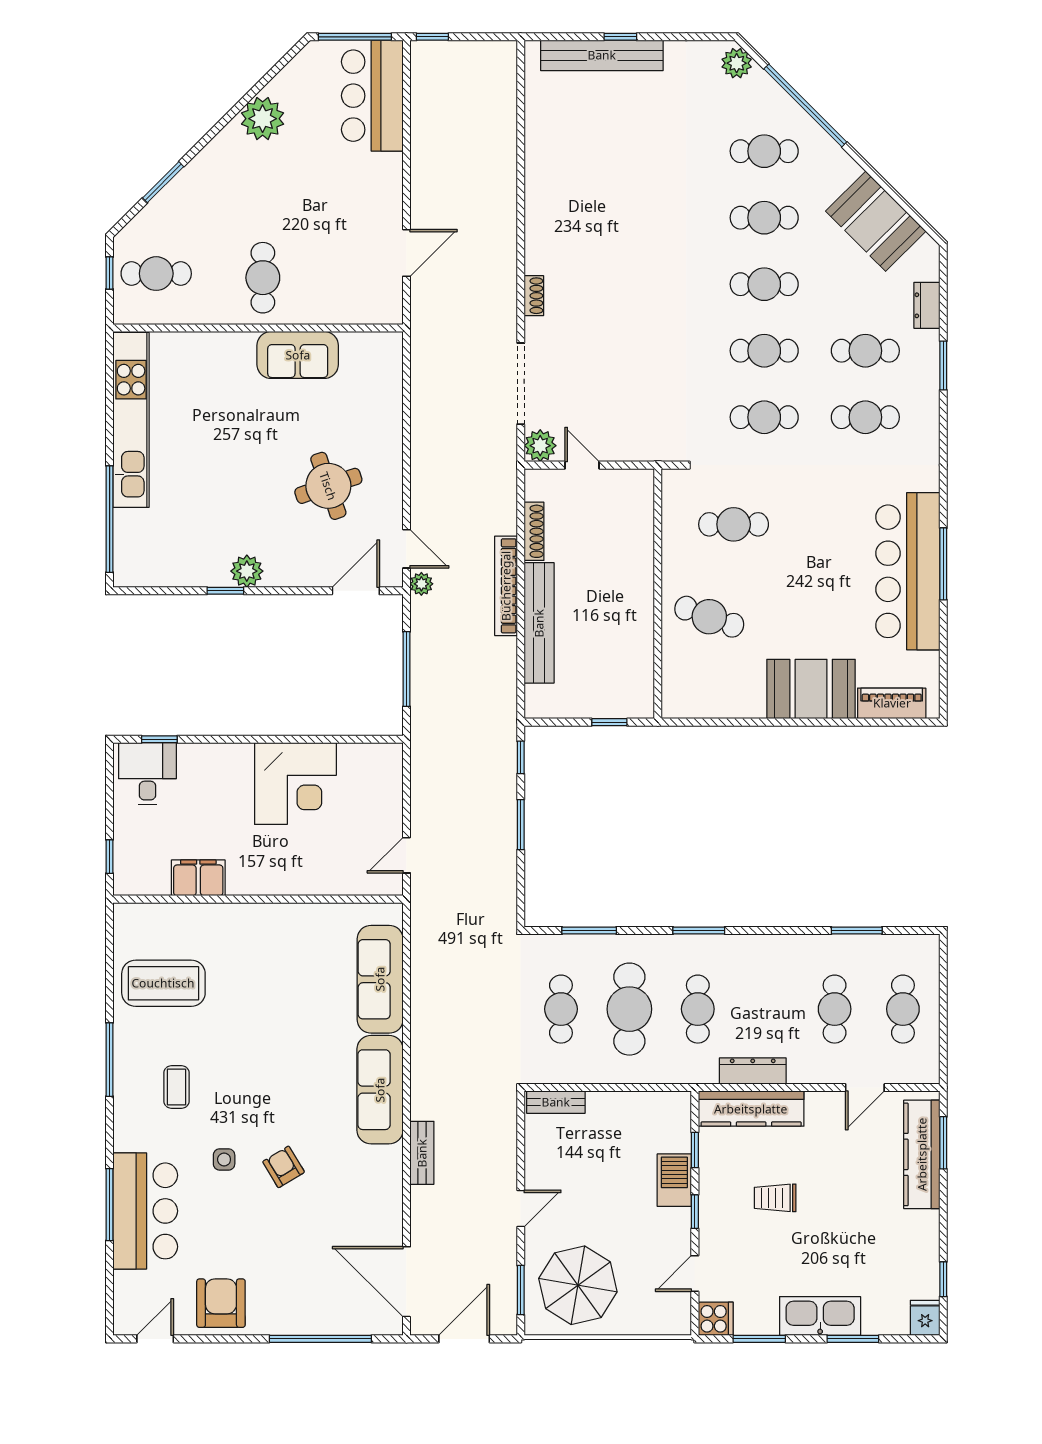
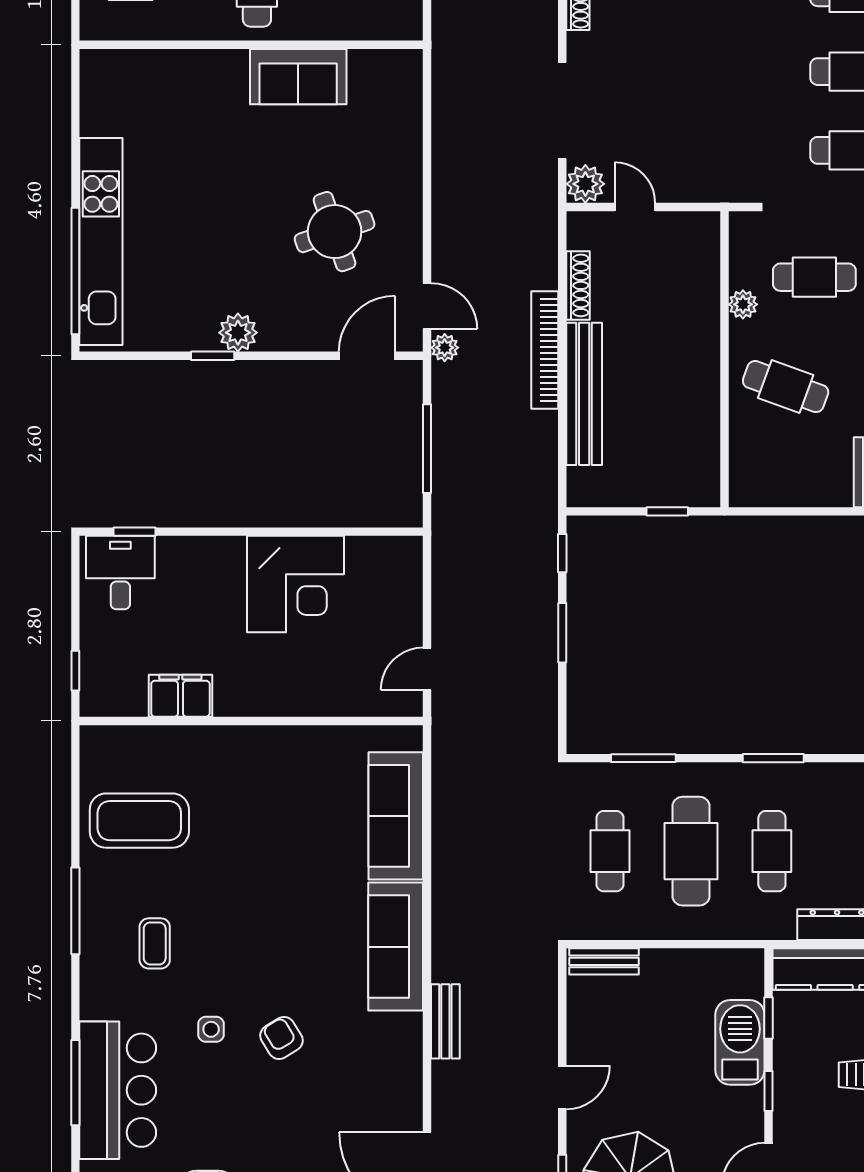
kitchen unit: (131, 420) -> (101, 242), moved
plant: (673, 547) -> (743, 304), added
barbecue: (674, 1180) -> (740, 1042), width x1.37, depth x1.21

